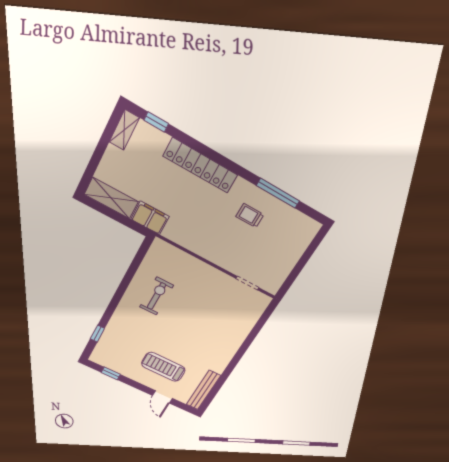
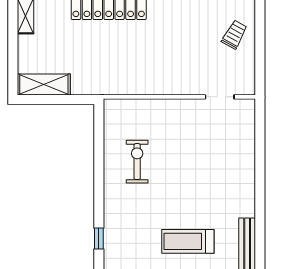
trolley: (250, 216) -> (234, 35), moved, turned 119
filing cabinet: (150, 218) -> (89, 84), removed

